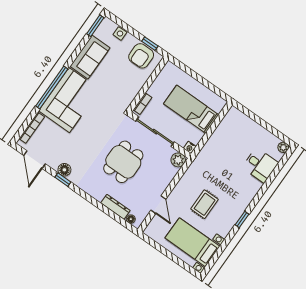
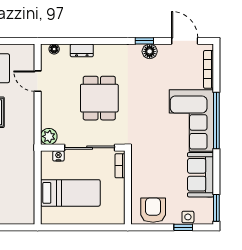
window: (150, 44) -> (183, 227), moved
nightstand: (190, 147) -> (58, 156), moved
dresser: (115, 207) -> (82, 50), width x0.70

